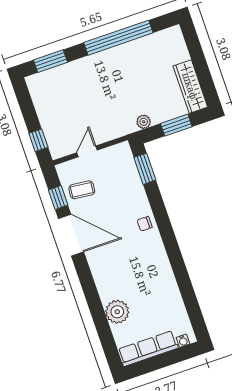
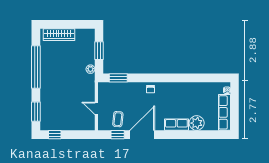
wardrobe: (190, 86) -> (59, 35), moved
window: (38, 140) -> (55, 135), moved
row of seats: (104, 282) -> (176, 125), added

